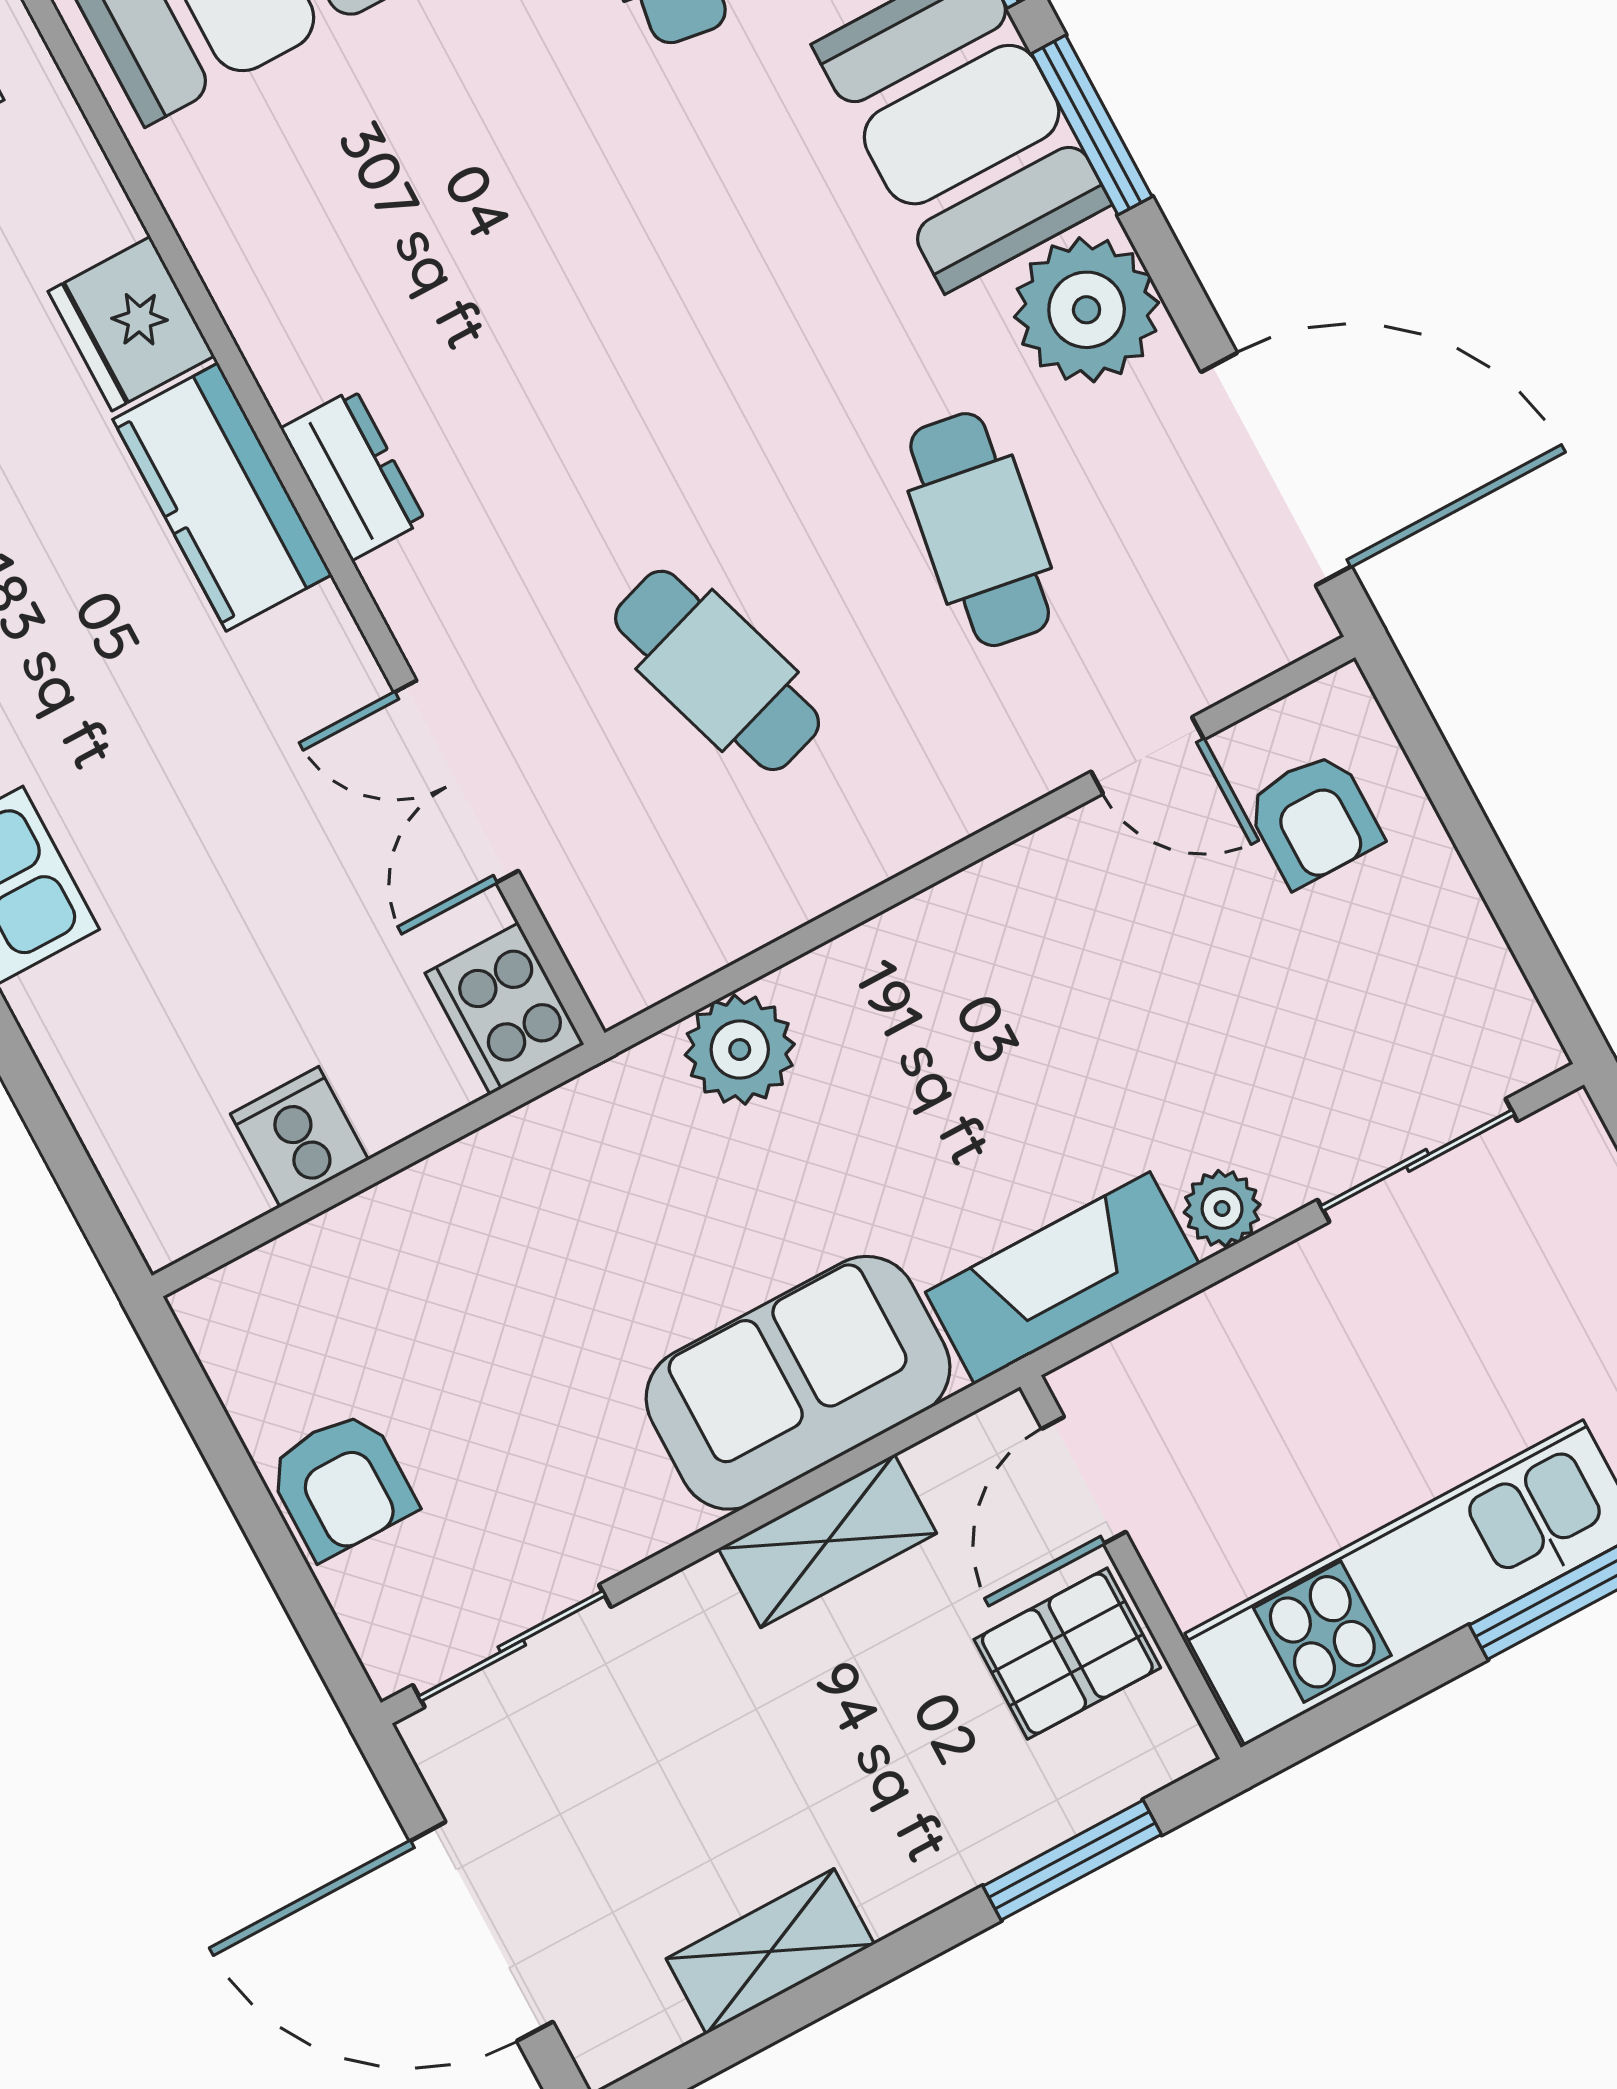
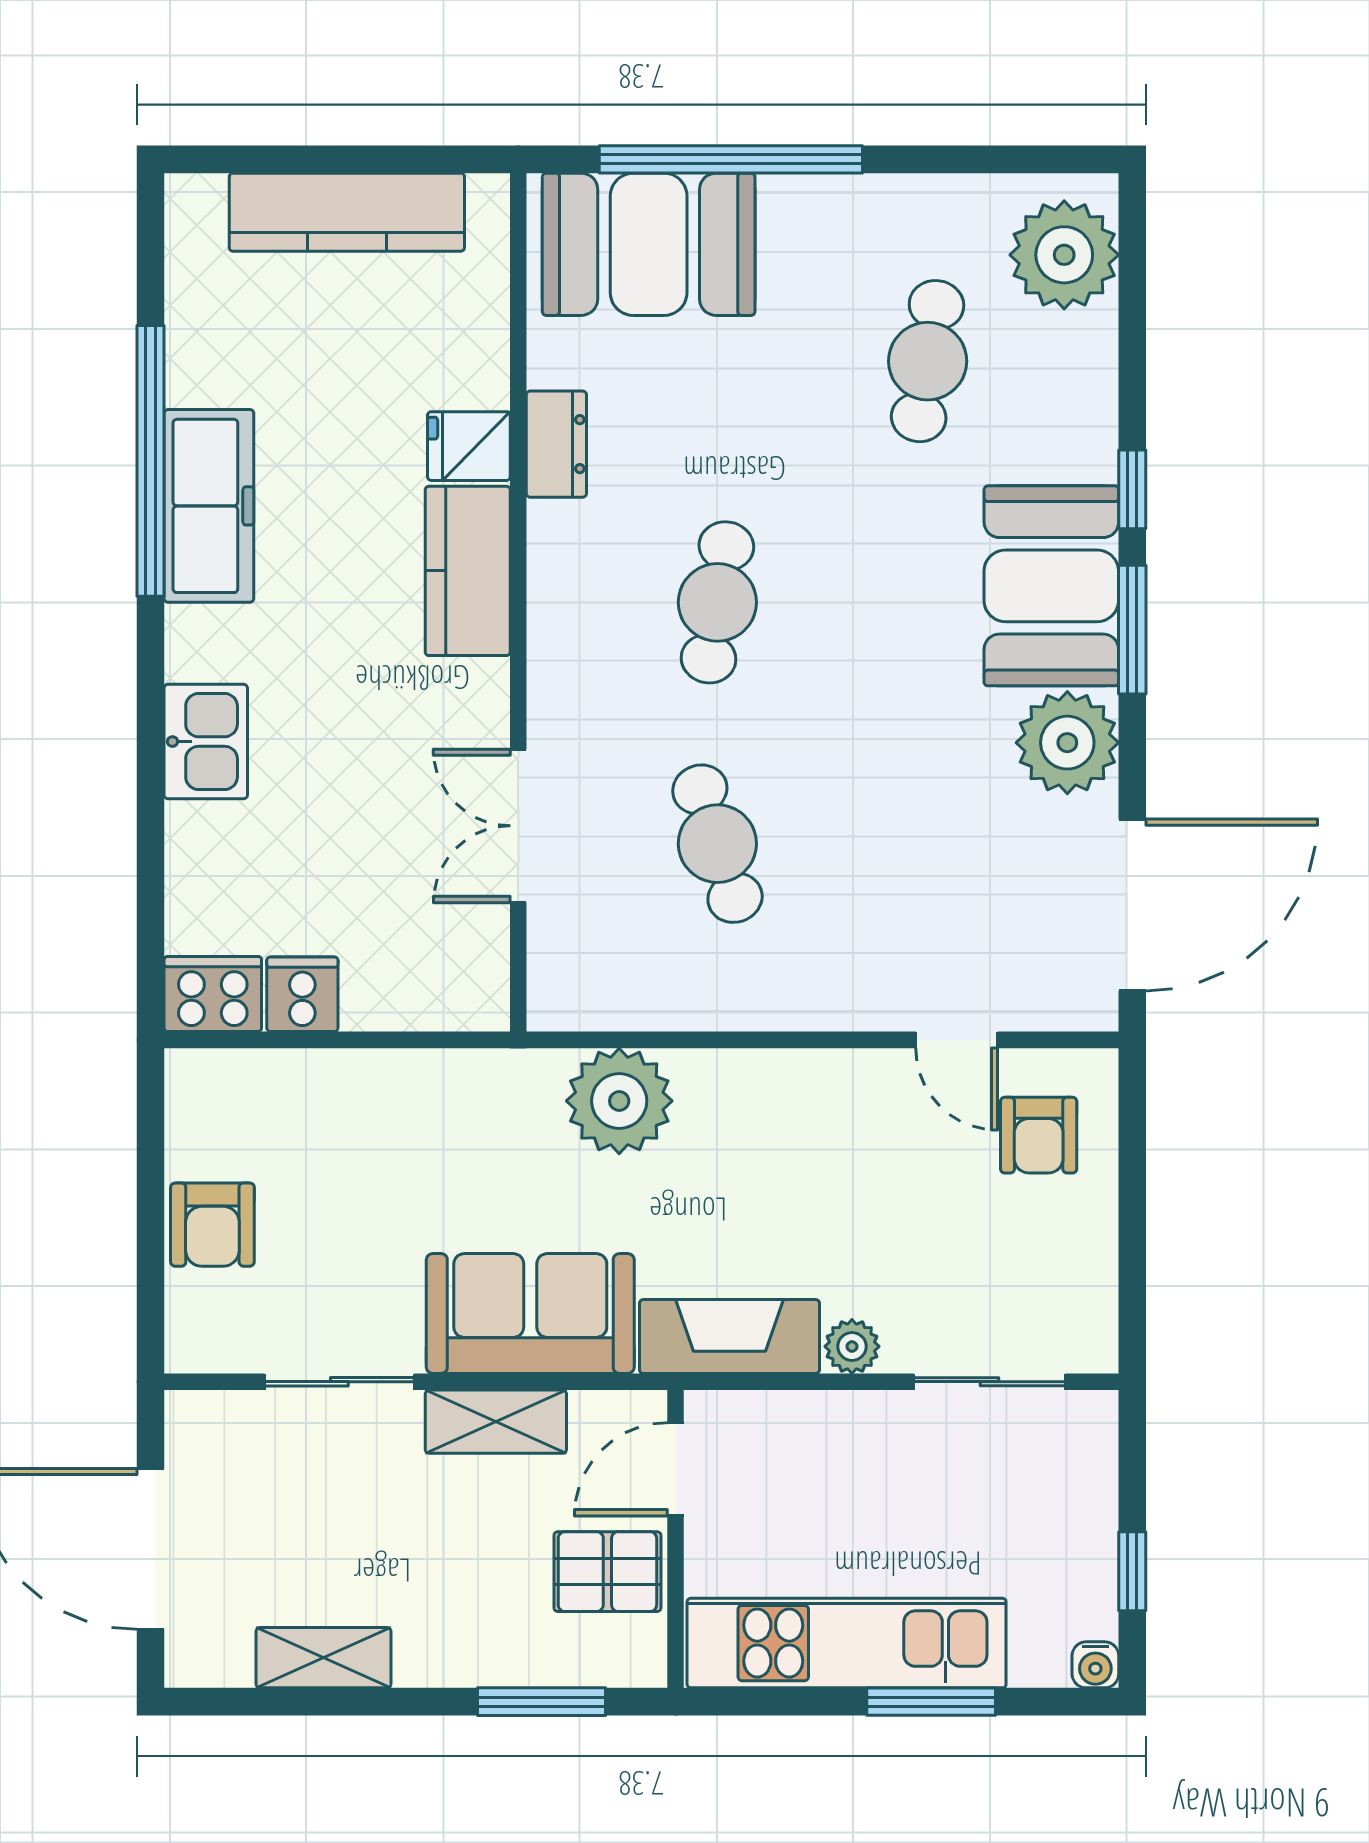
fridge: (131, 324) -> (469, 446), width x0.72
door: (1276, 469) -> (1132, 905), hinge flipped
dresser: (353, 475) -> (556, 444), moved
cafe table: (980, 530) -> (717, 602), moved
cooker: (504, 1009) -> (213, 994), moved, turned 90
plant: (740, 1050) -> (619, 1101), width x1.36, depth x1.36
sliding door: (512, 1646) -> (339, 1382), moved

